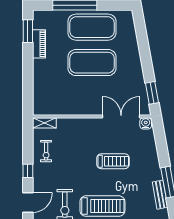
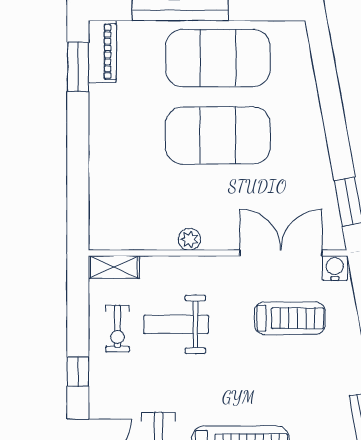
piano: (39, 44) -> (102, 52), moved
plant: (79, 110) -> (189, 239), added
weight bench: (73, 149) -> (176, 324), added
treadmill: (113, 161) -> (290, 318), moved

